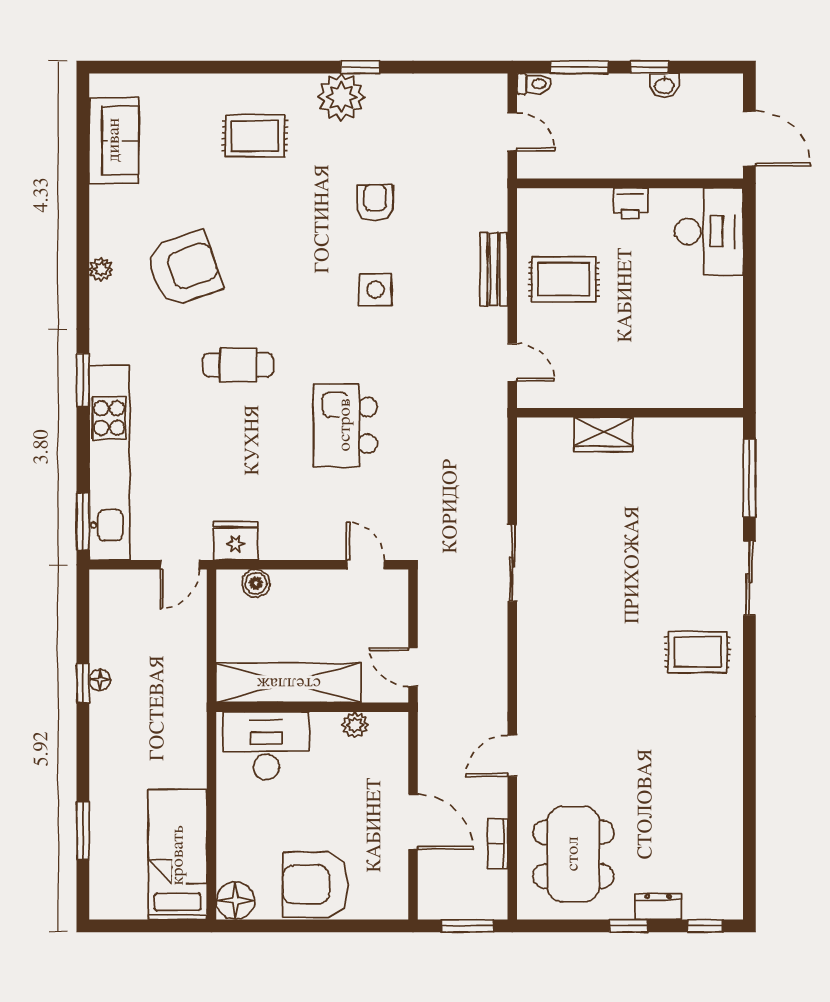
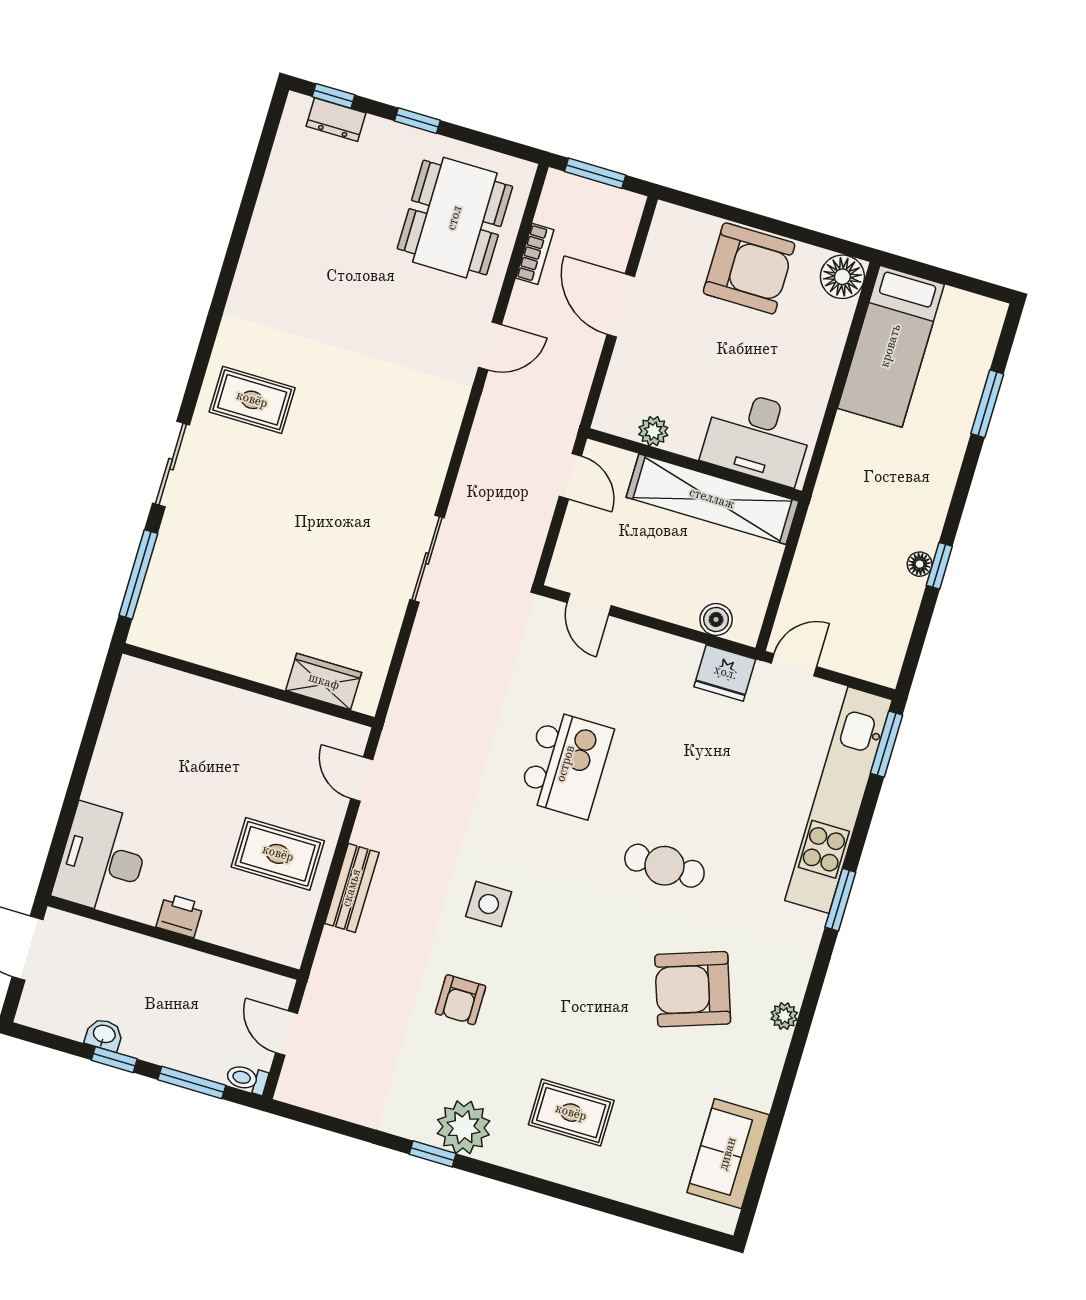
wardrobe: (604, 434) -> (324, 682), moved
dresser: (658, 907) -> (336, 120), moved

